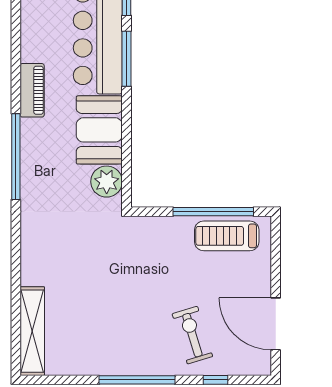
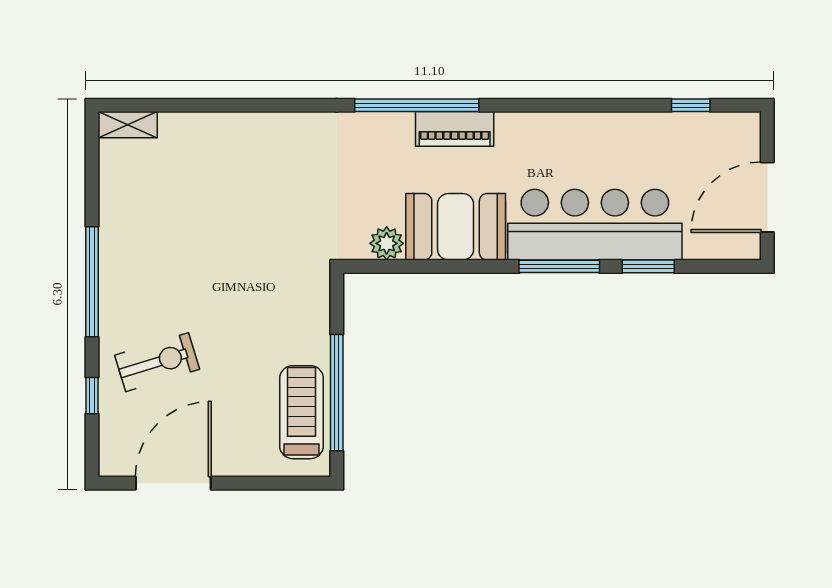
piano: (32, 90) -> (455, 129), moved
plant: (107, 182) -> (387, 243), width x0.73, depth x0.73
shelving: (32, 331) -> (128, 125), width x0.45, depth x0.75

